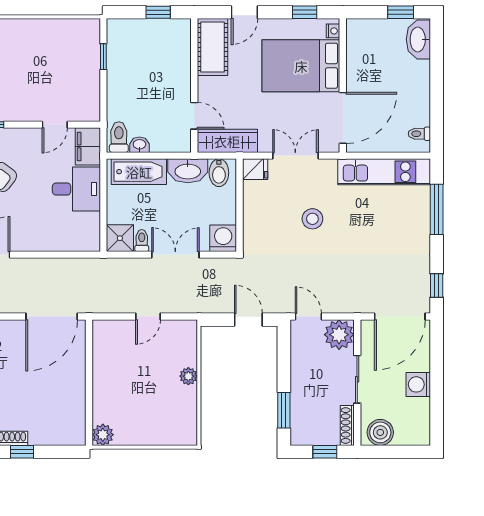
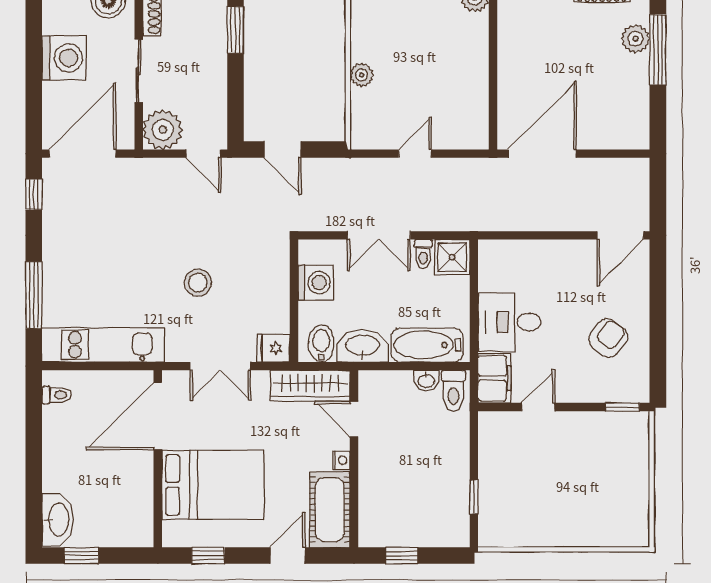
nightstand: (333, 31) -> (341, 460), moved, turned 180
washing machine: (223, 238) -> (316, 283), moved, turned -90
washing machine: (418, 384) -> (64, 58), width x1.37, depth x1.37

